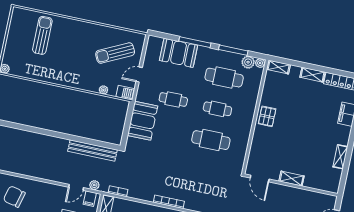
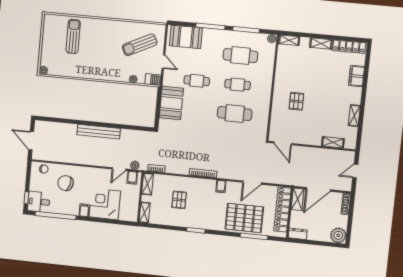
booth: (179, 53) -> (186, 37), moved
plant: (248, 62) -> (261, 39), removed
door: (139, 75) -> (163, 62), swing flipped
pallet: (267, 116) -> (296, 101), moved
bench: (92, 151) -> (99, 132), moved
shelving: (292, 179) -> (333, 142), moved

